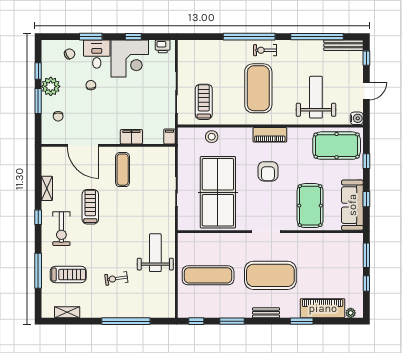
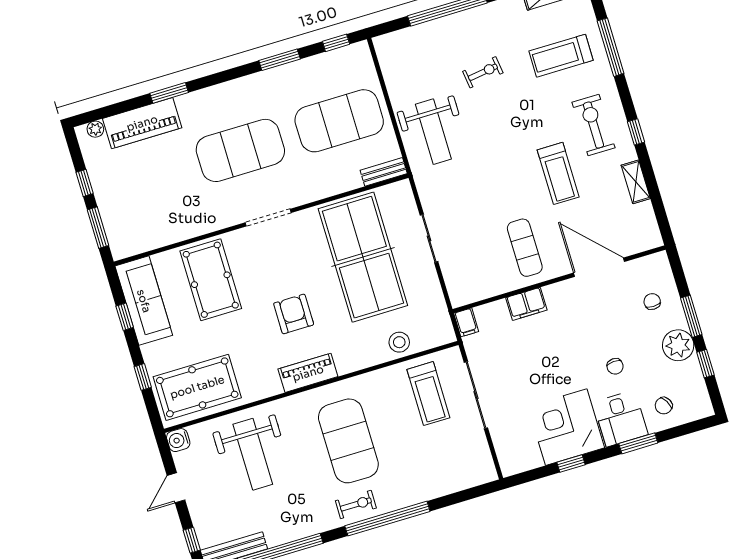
printer: (163, 46) -> (520, 462), removed
exercise mat: (208, 275) -> (339, 121), width x1.47
bench: (266, 313) -> (384, 172), moved

